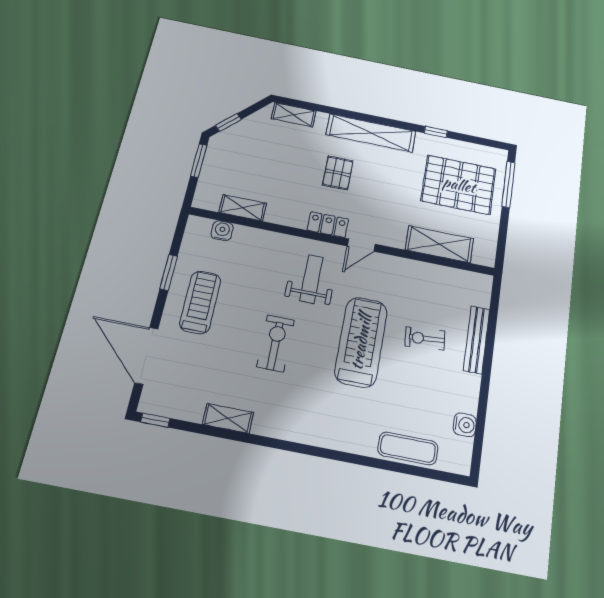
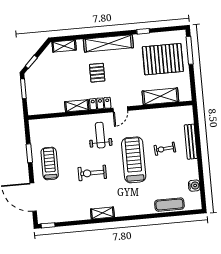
shelving: (243, 208) -> (77, 106), moved
water cooler: (222, 231) -> (48, 123), removed
exercise bike: (275, 343) -> (92, 173), turned -90
shelving: (228, 418) -> (102, 213), moved

